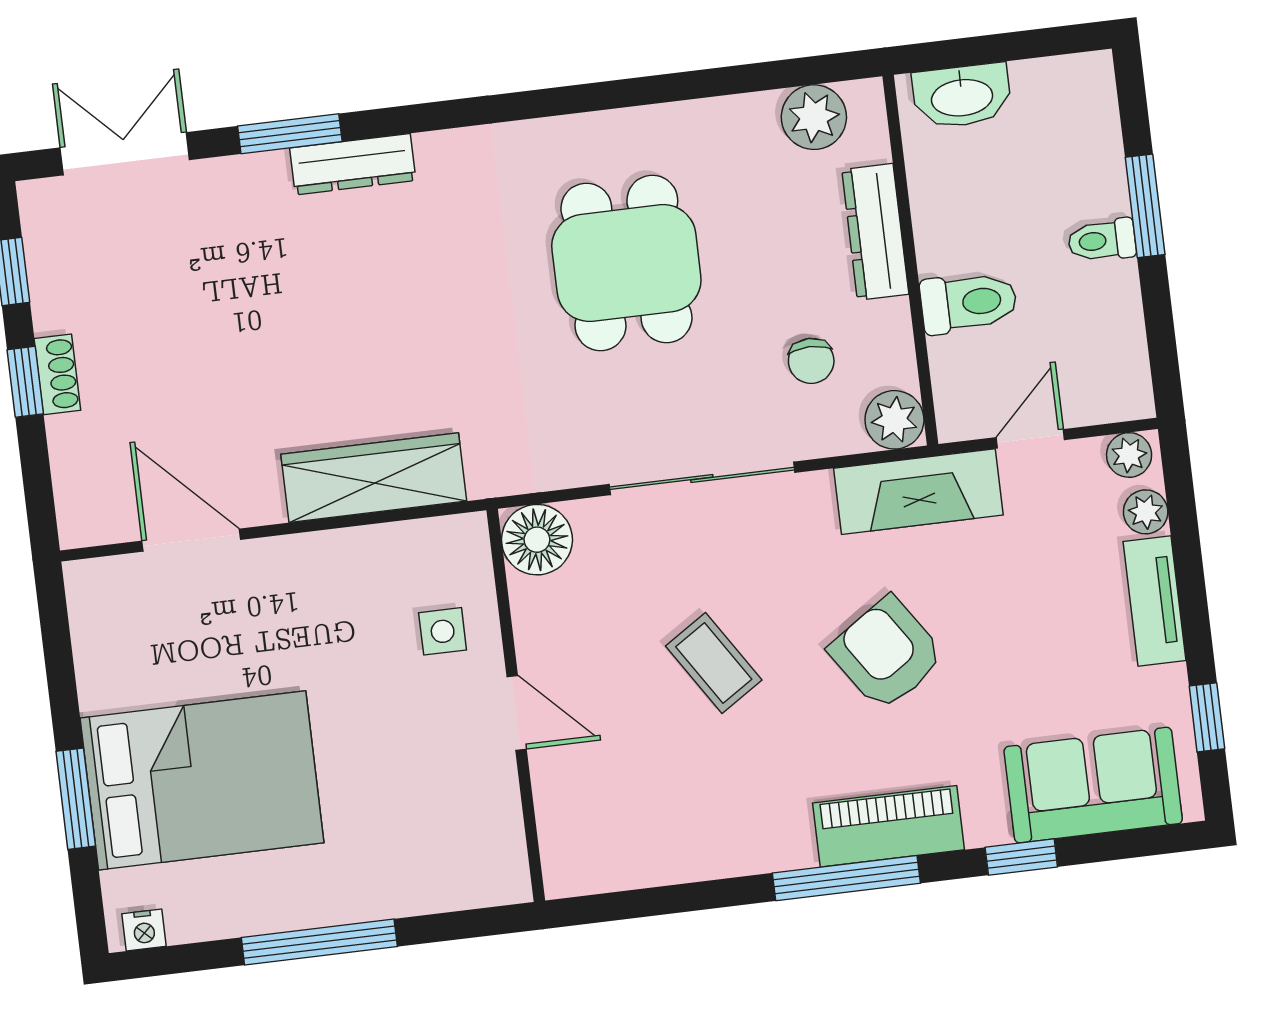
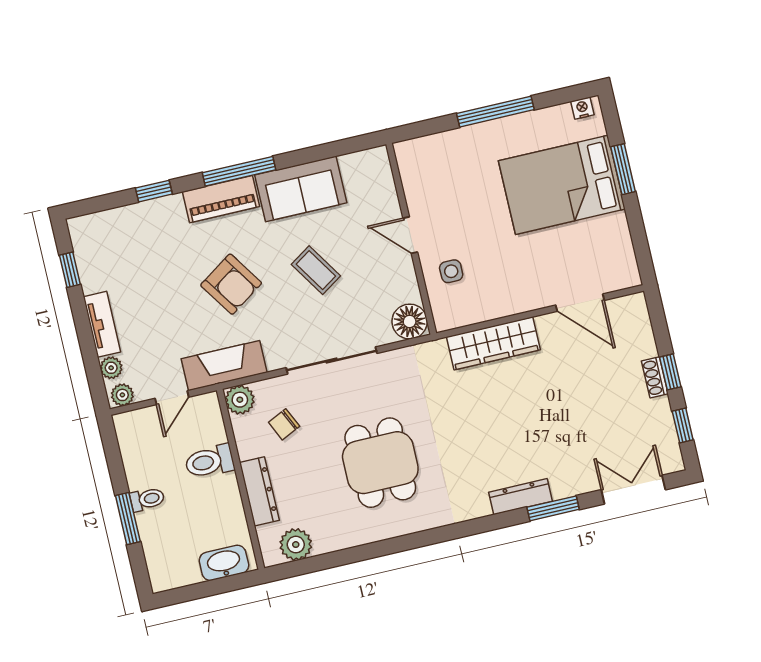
double door: (125, 154) -> (633, 490), swing flipped
chair: (811, 361) -> (284, 424), turned -115
sofa: (1093, 785) -> (301, 189), moved

